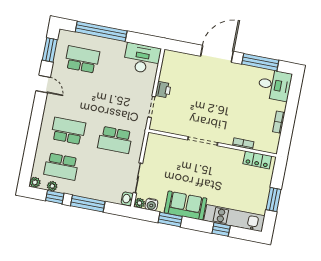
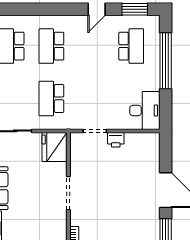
school desk: (68, 131) -> (51, 46), turned 180
fridge: (159, 146) -> (55, 147), added

